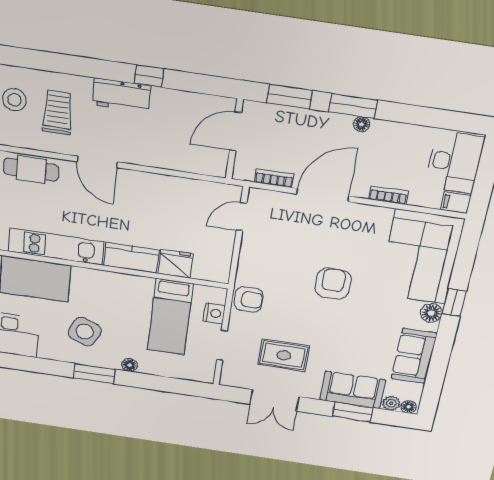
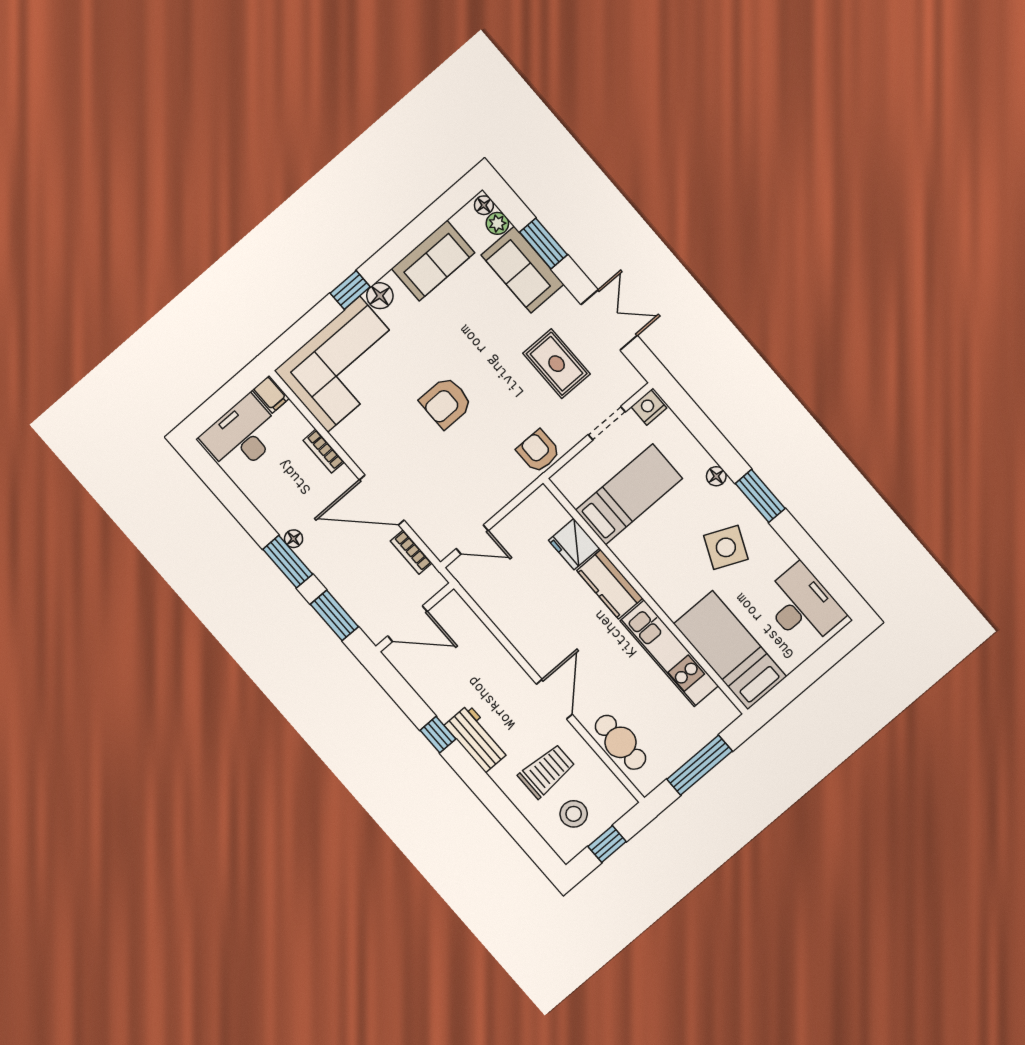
trolley: (58, 112) -> (547, 771), turned 180
nightstand: (214, 313) -> (649, 407), moved

